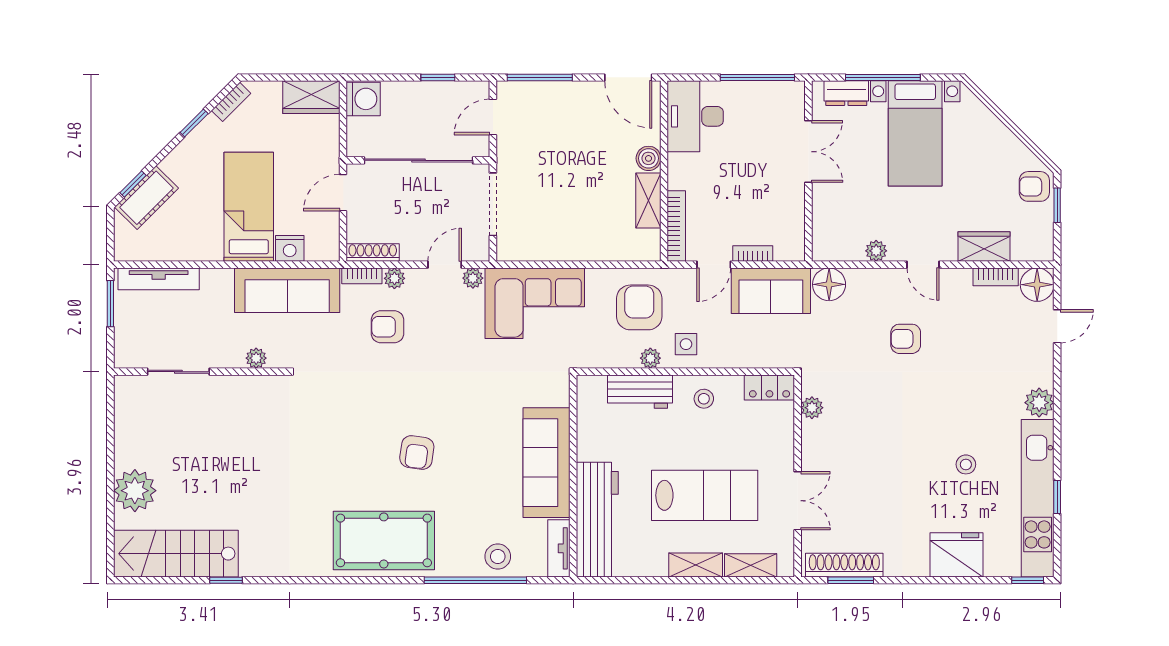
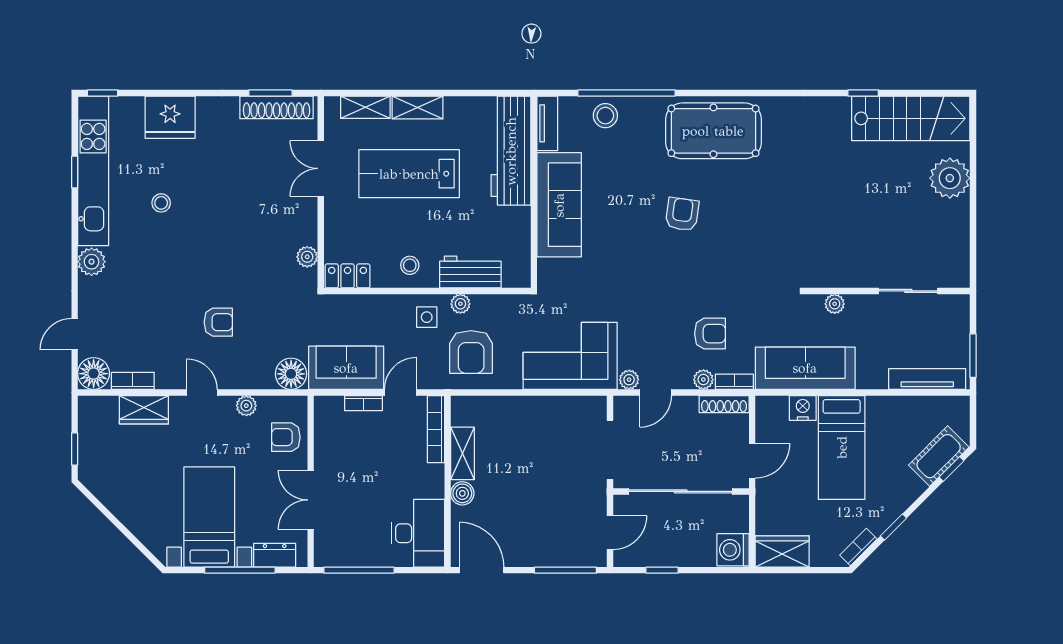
armchair: (1034, 186) -> (286, 437), moved, turned 180

